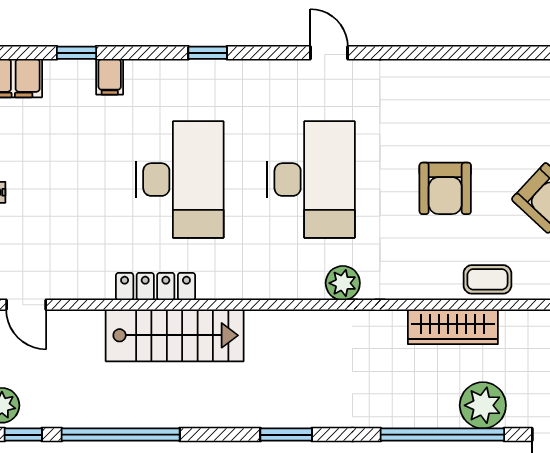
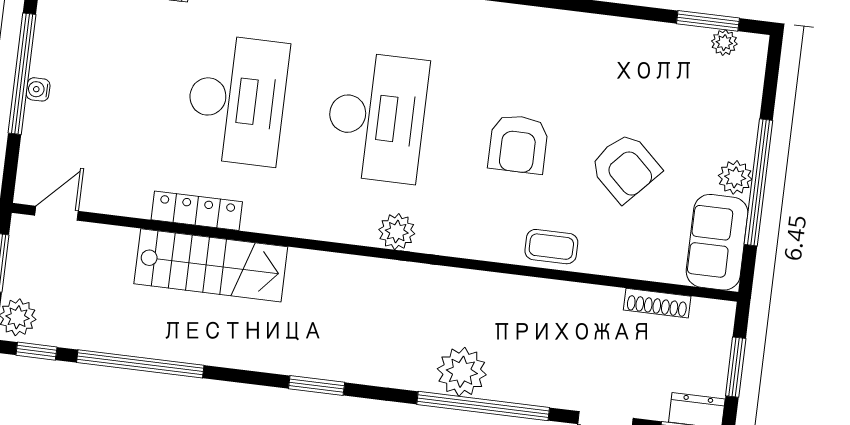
door: (26, 305) -> (57, 213), swing flipped
wardrobe: (453, 327) -> (508, 293), removed
plant: (483, 405) -> (462, 372), moved

